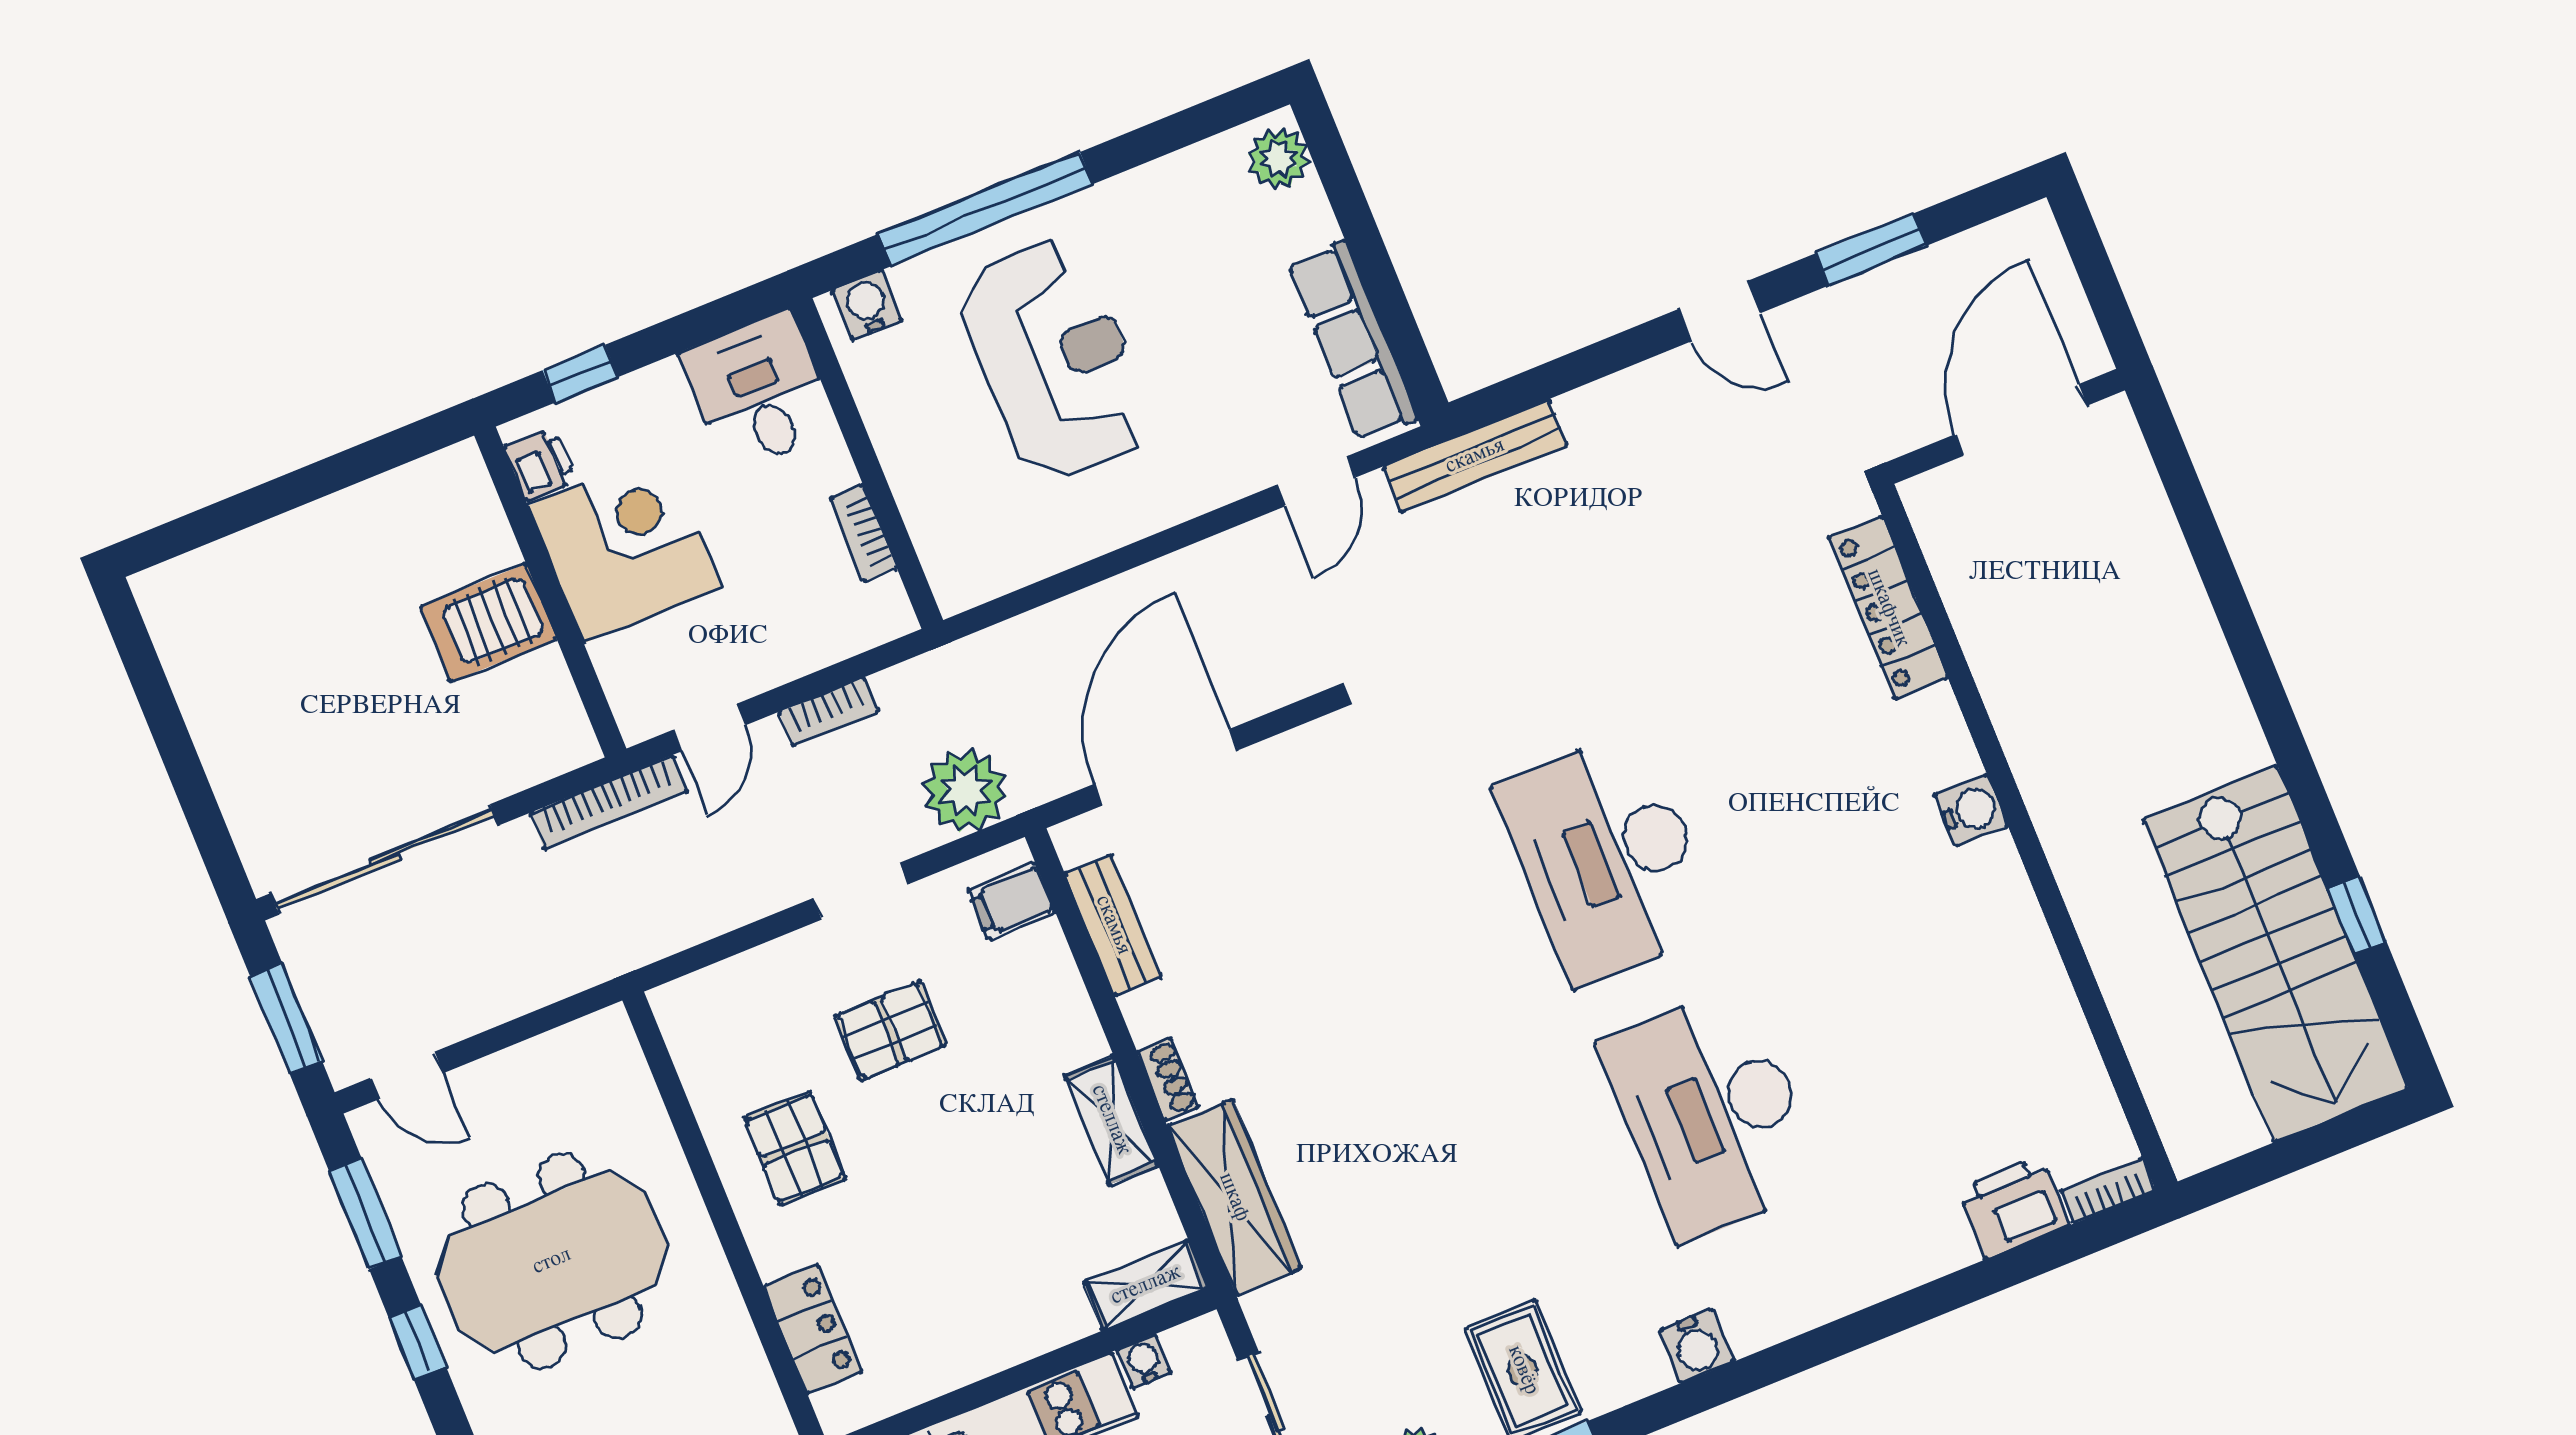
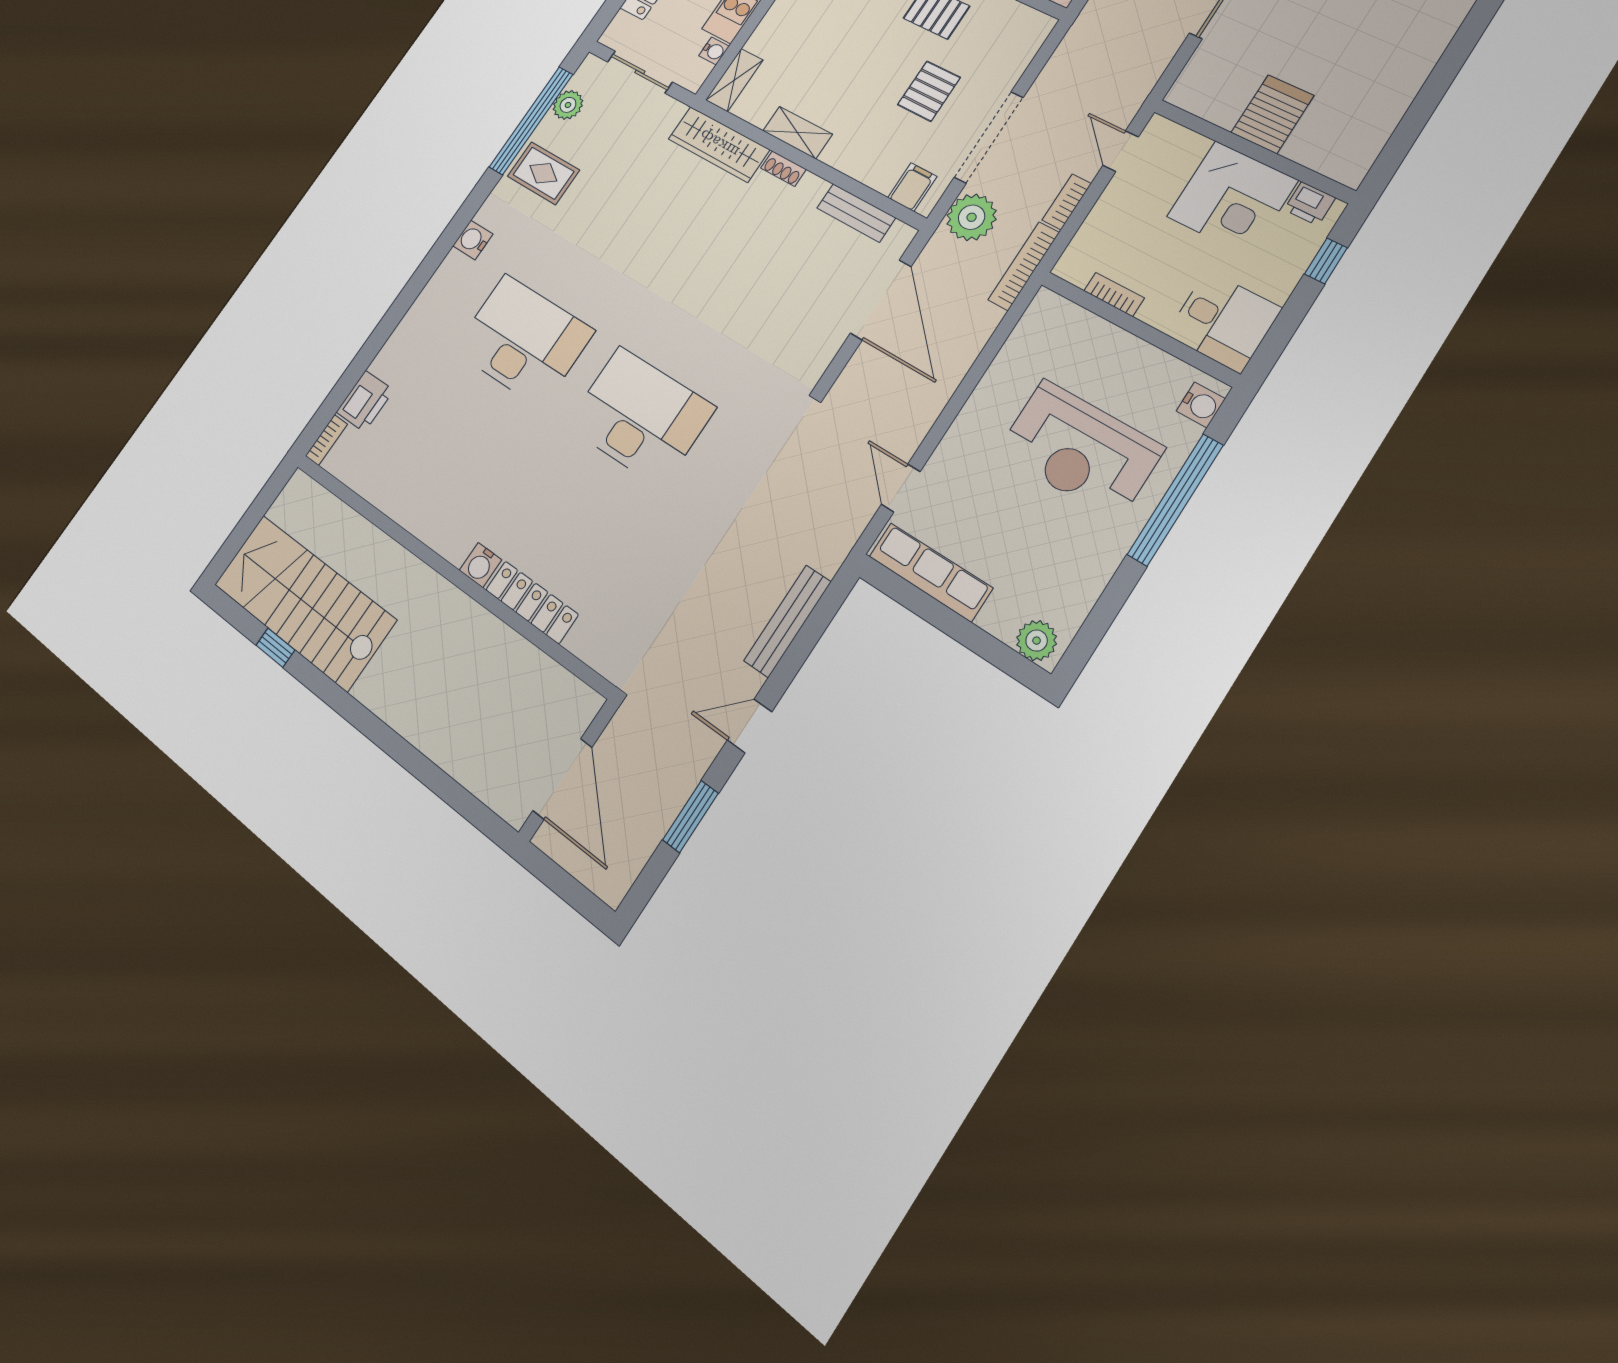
bench: (1475, 456) -> (788, 621), moved
locker: (1888, 608) -> (532, 602), moved
bookcase: (609, 802) -> (1024, 266), moved
doorway: (861, 891) -> (989, 137), width x1.88

